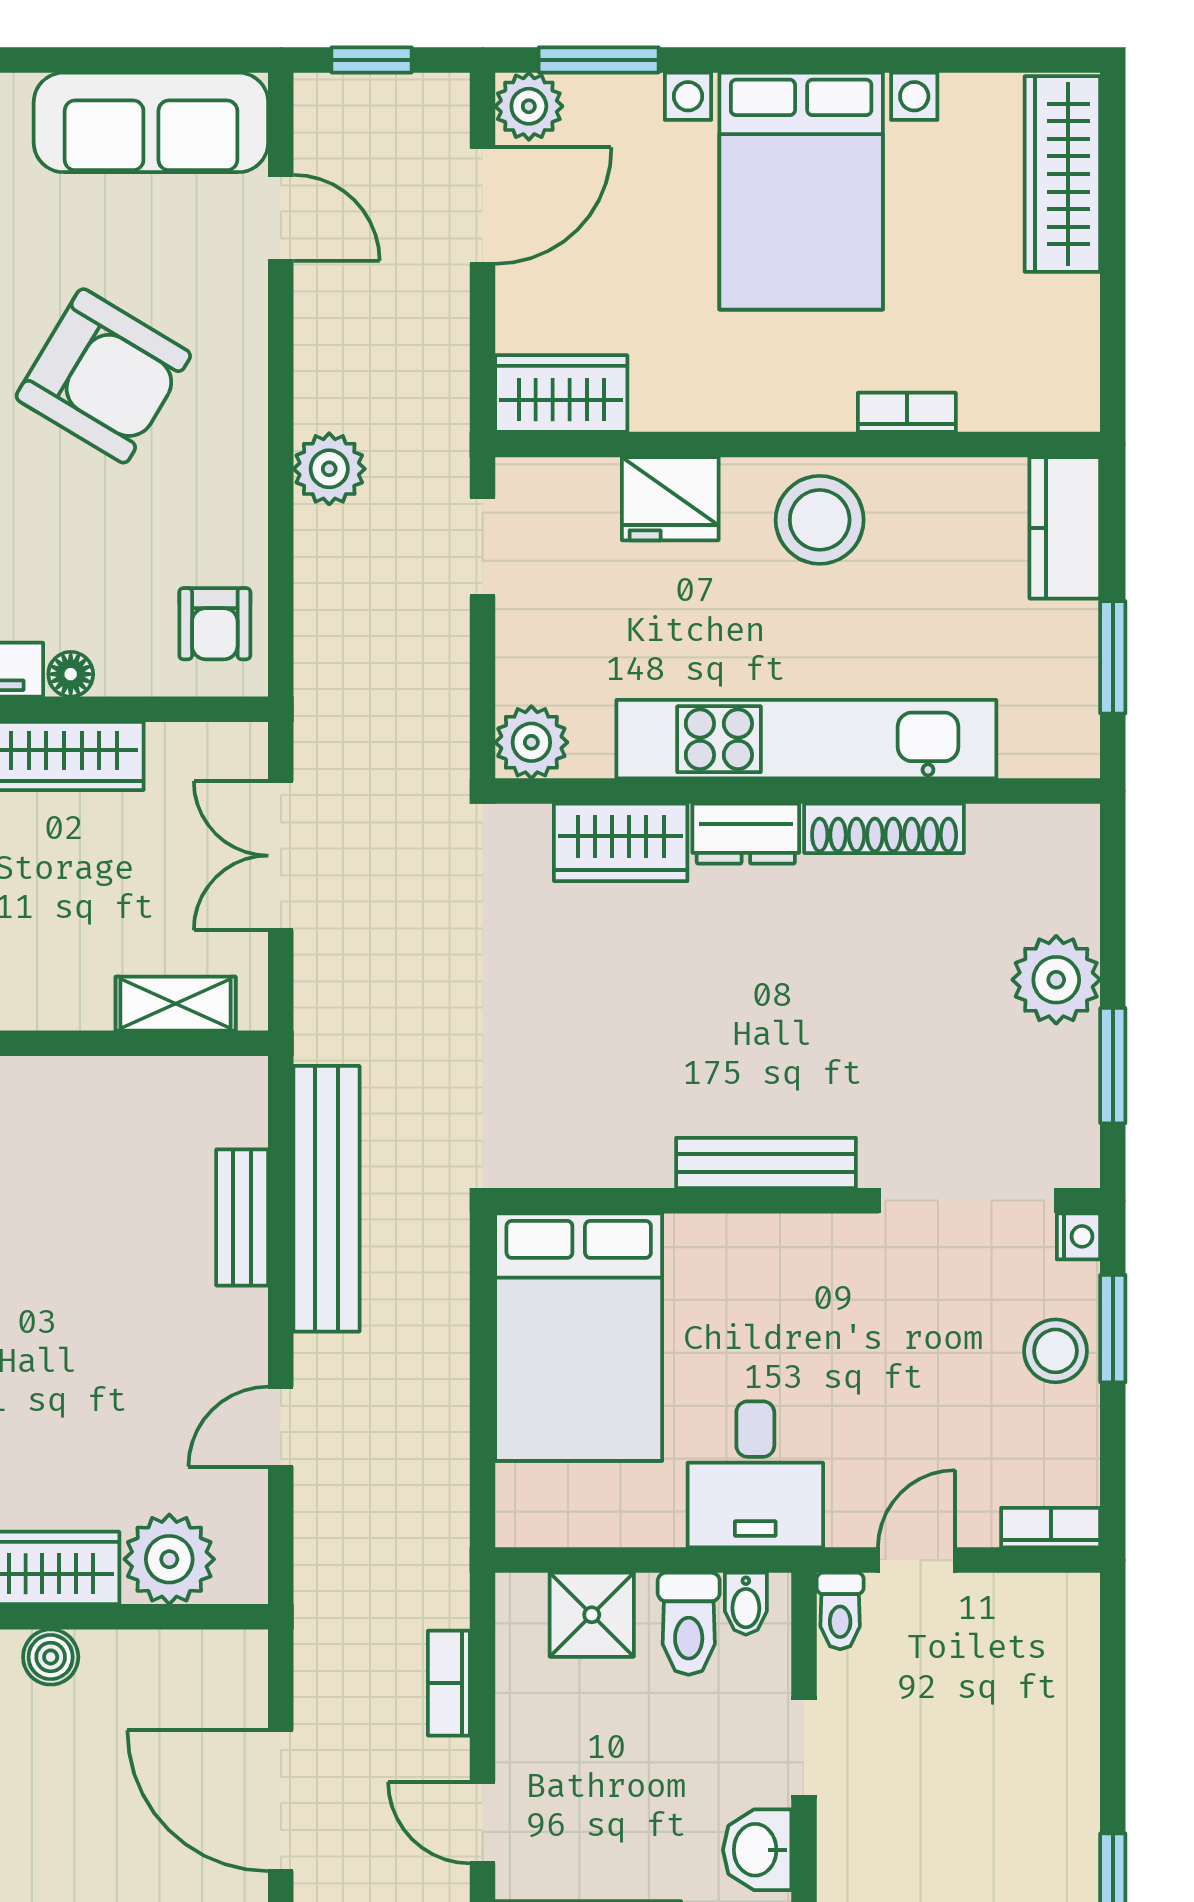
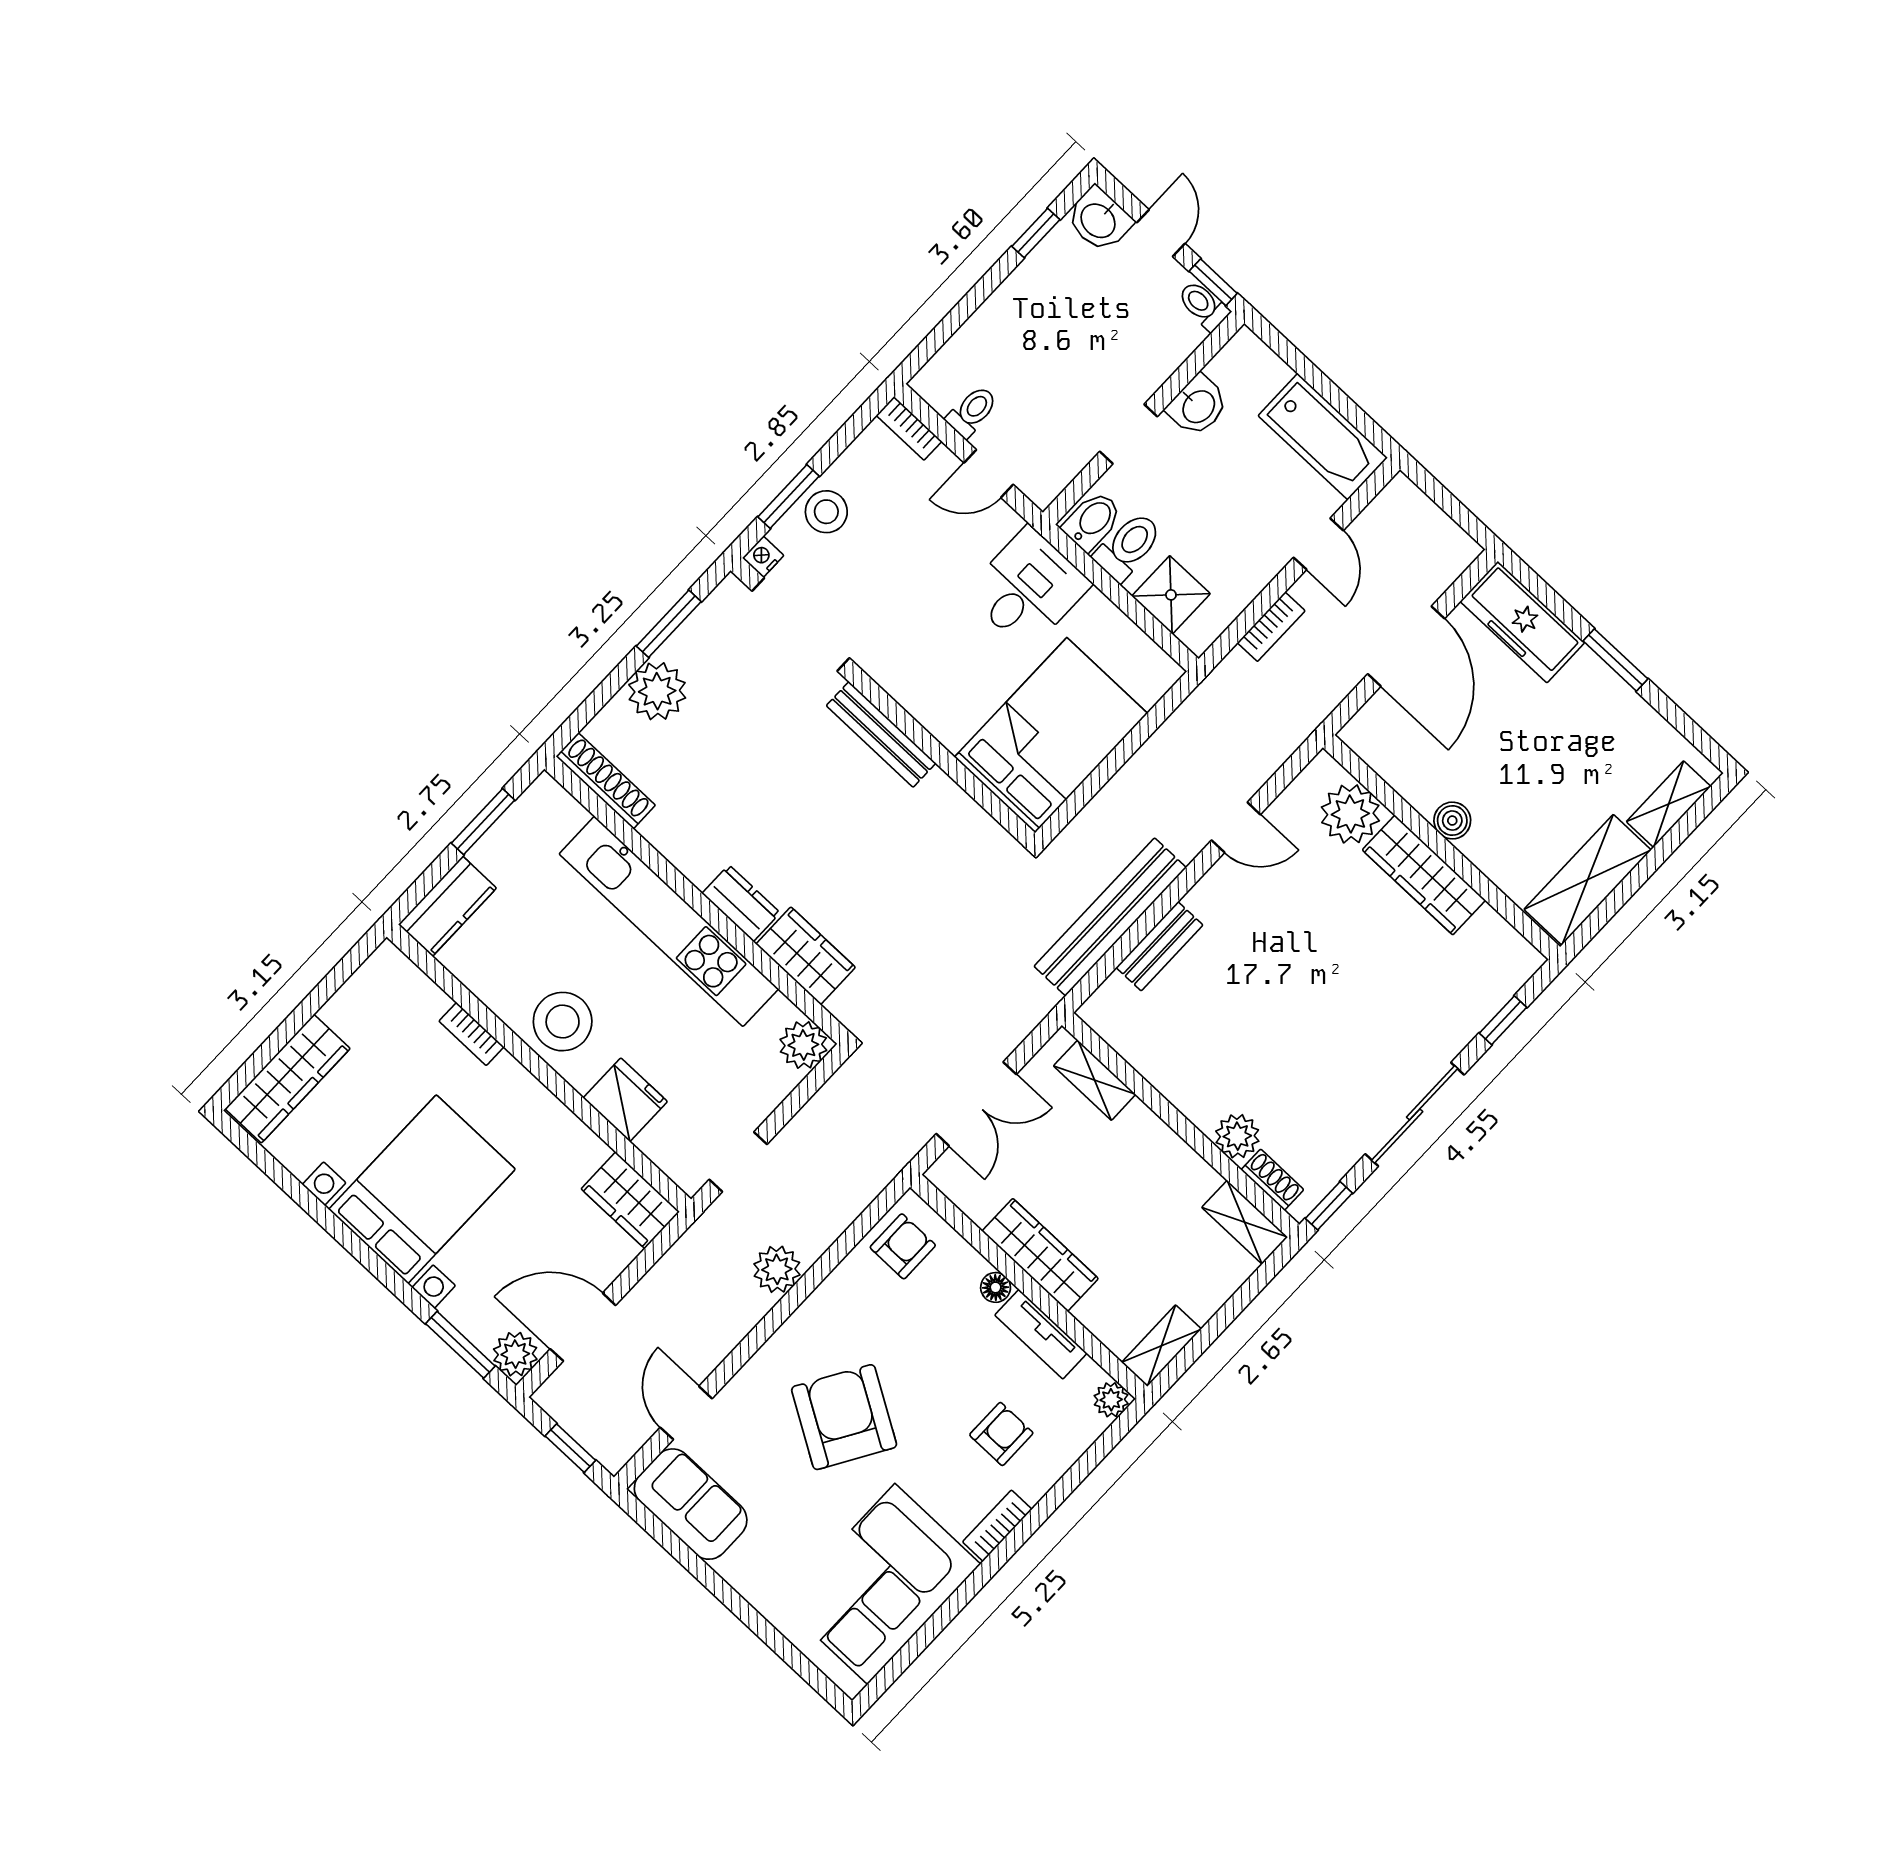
sofa: (151, 122) -> (691, 1504), width x0.73
shoe rack: (884, 828) -> (606, 781), moved
bidet: (746, 1604) -> (1092, 521), width x1.38, depth x1.36
toilet: (840, 1611) -> (972, 412), moved

